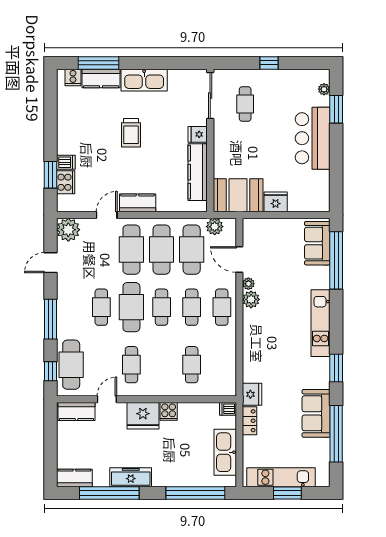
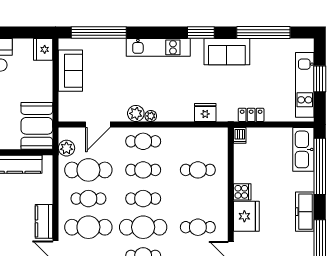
fridge: (276, 202) -> (43, 49), moved
sofa: (317, 243) -> (70, 71), moved, turned -90
cafe table: (162, 250) -> (88, 199), width x0.73, depth x0.74
plant: (248, 284) -> (151, 116), moved
fridge: (252, 394) -> (205, 113), moved
sofa: (316, 413) -> (227, 52), moved
kitchen sink: (225, 452) -> (303, 149), moved, turned 90
freezer: (131, 477) -> (305, 212), moved

